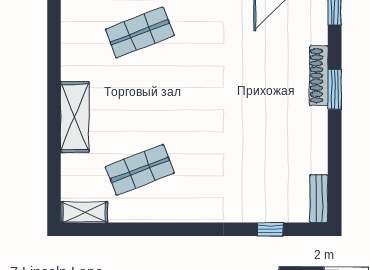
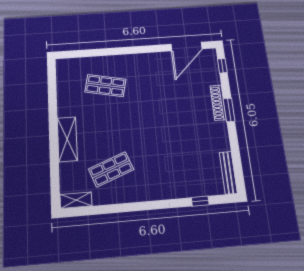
shop shelf: (140, 32) -> (105, 86), turned 33
bench: (319, 199) -> (228, 173), width x1.36

